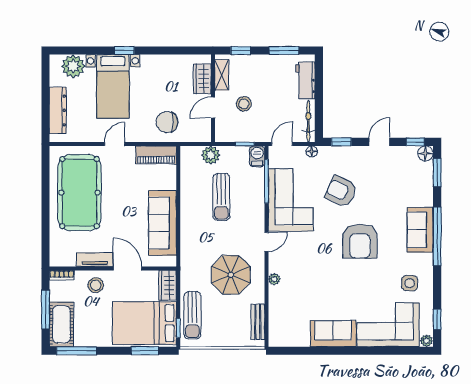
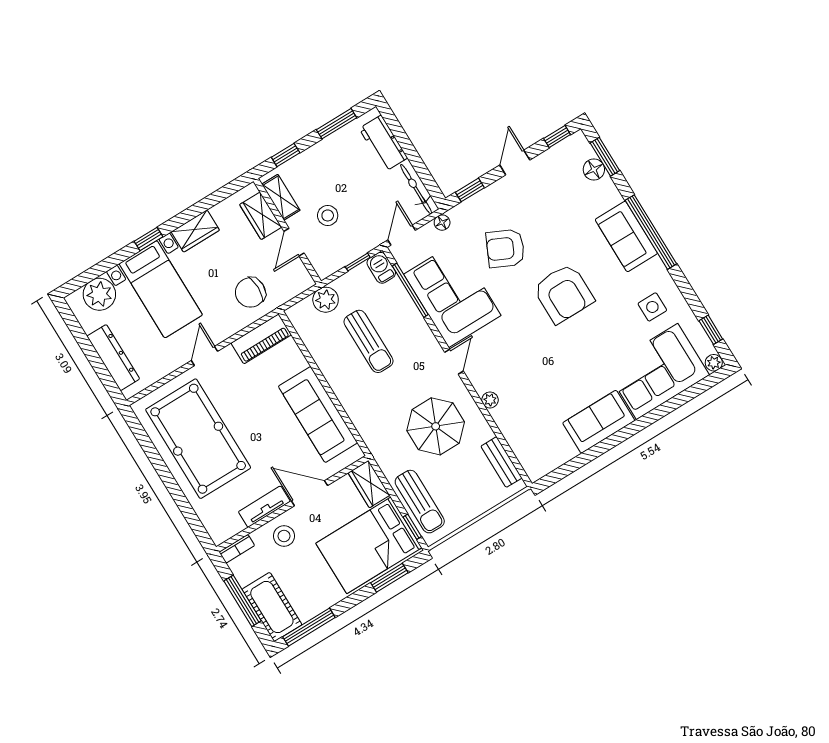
wardrobe: (156, 63) -> (195, 231), added
floor lamp: (425, 154) -> (594, 170), moved

